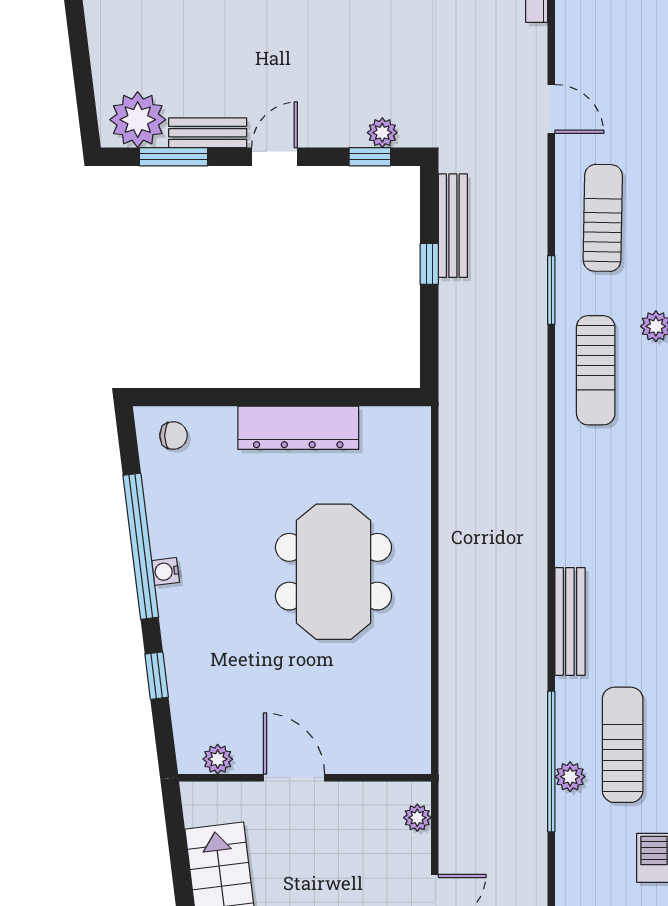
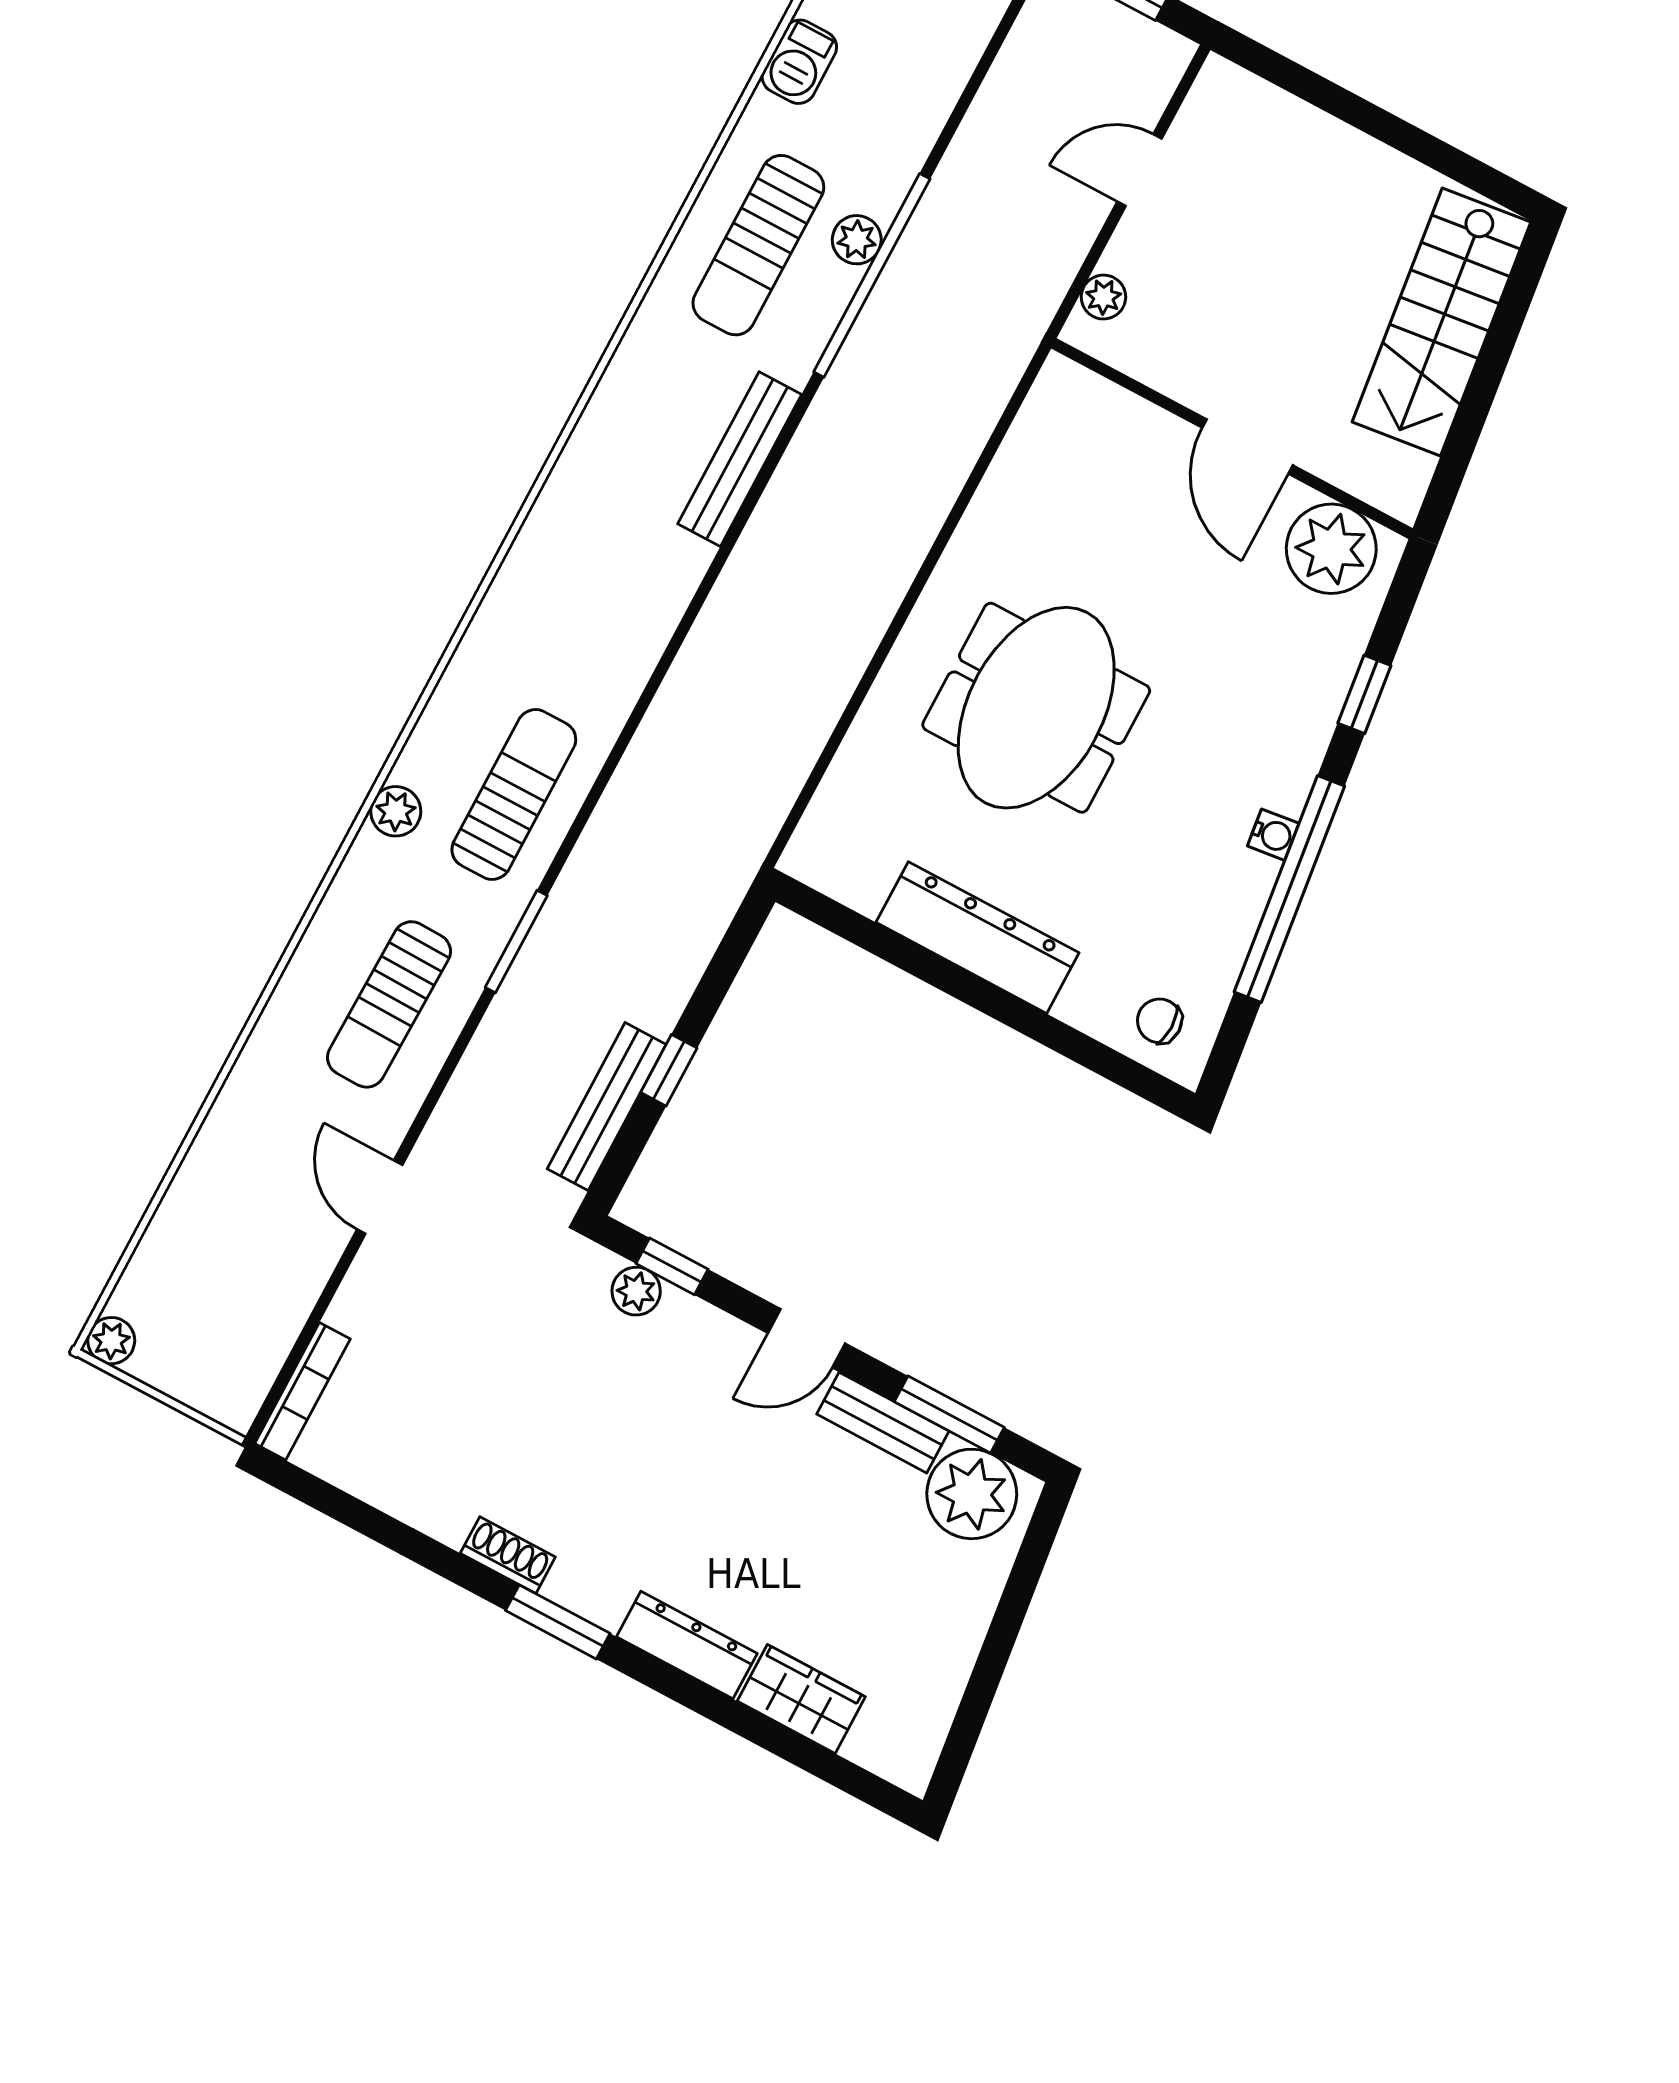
plant: (218, 759) -> (1331, 549), width x1.87, depth x1.87

